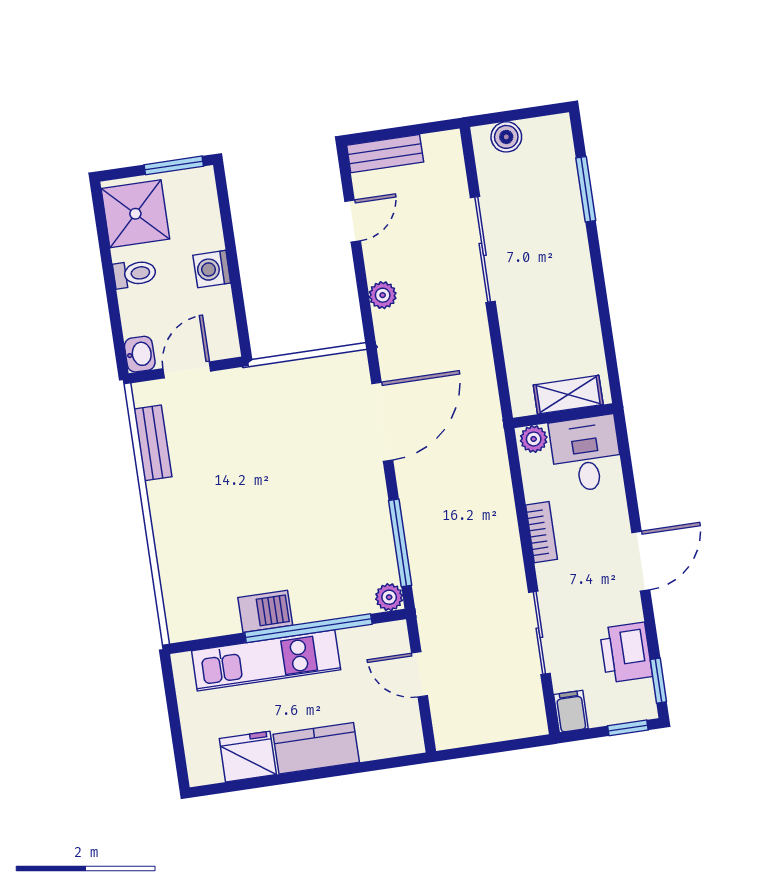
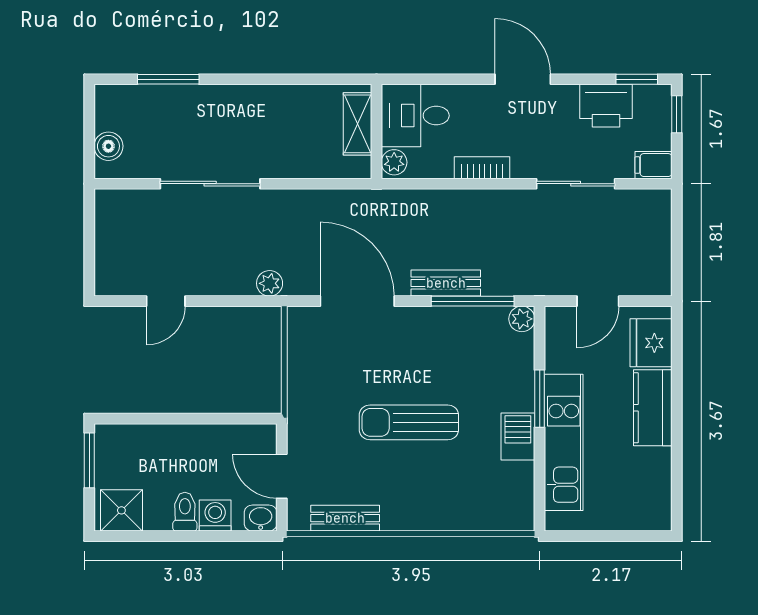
bench: (385, 154) -> (446, 283), moved, turned 90
shower: (135, 214) -> (121, 510), width x0.73, depth x0.73
door: (353, 221) -> (166, 301), swing flipped
washing machine: (212, 269) -> (215, 516), moved, turned 180
plant: (383, 295) -> (270, 283), moved
sun lounger: (263, 495) -> (409, 422), added
window: (308, 628) -> (540, 399), width x0.47
fridge: (248, 757) -> (651, 343), moved

